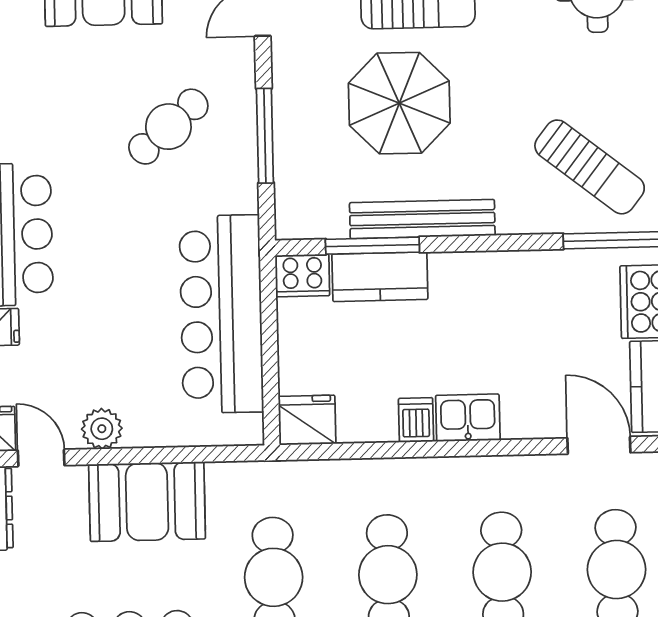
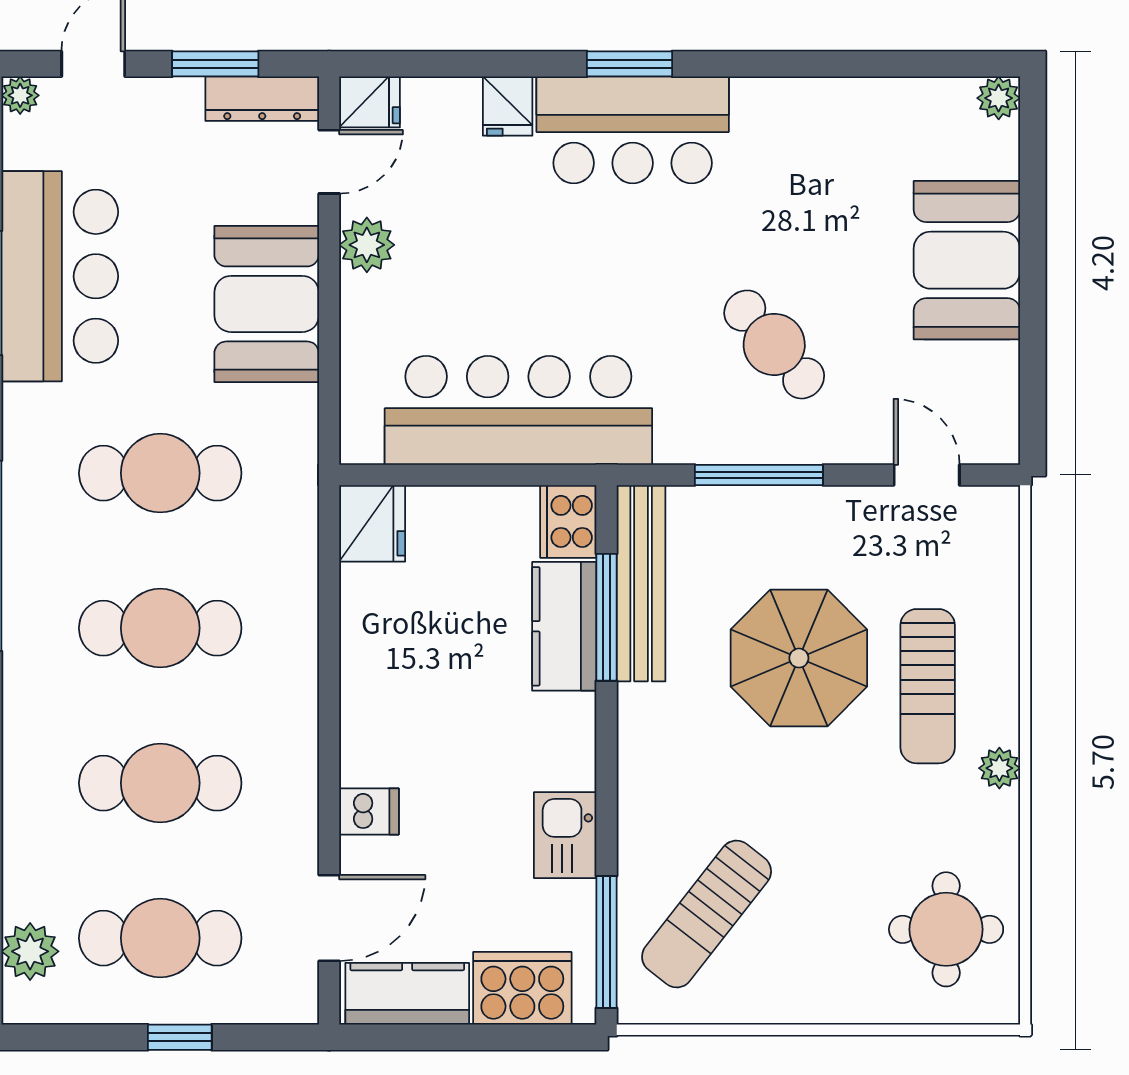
bench: (422, 219) -> (641, 583), moved
kitchen sink: (468, 418) -> (565, 835), moved, turned 180
dishwasher: (416, 420) -> (369, 811), moved

